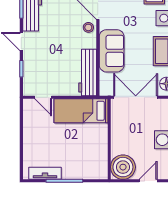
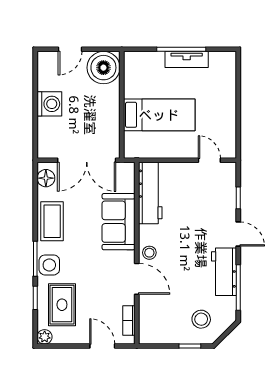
bed: (81, 111) -> (159, 115), moved
tv unit: (45, 173) -> (187, 59), moved

